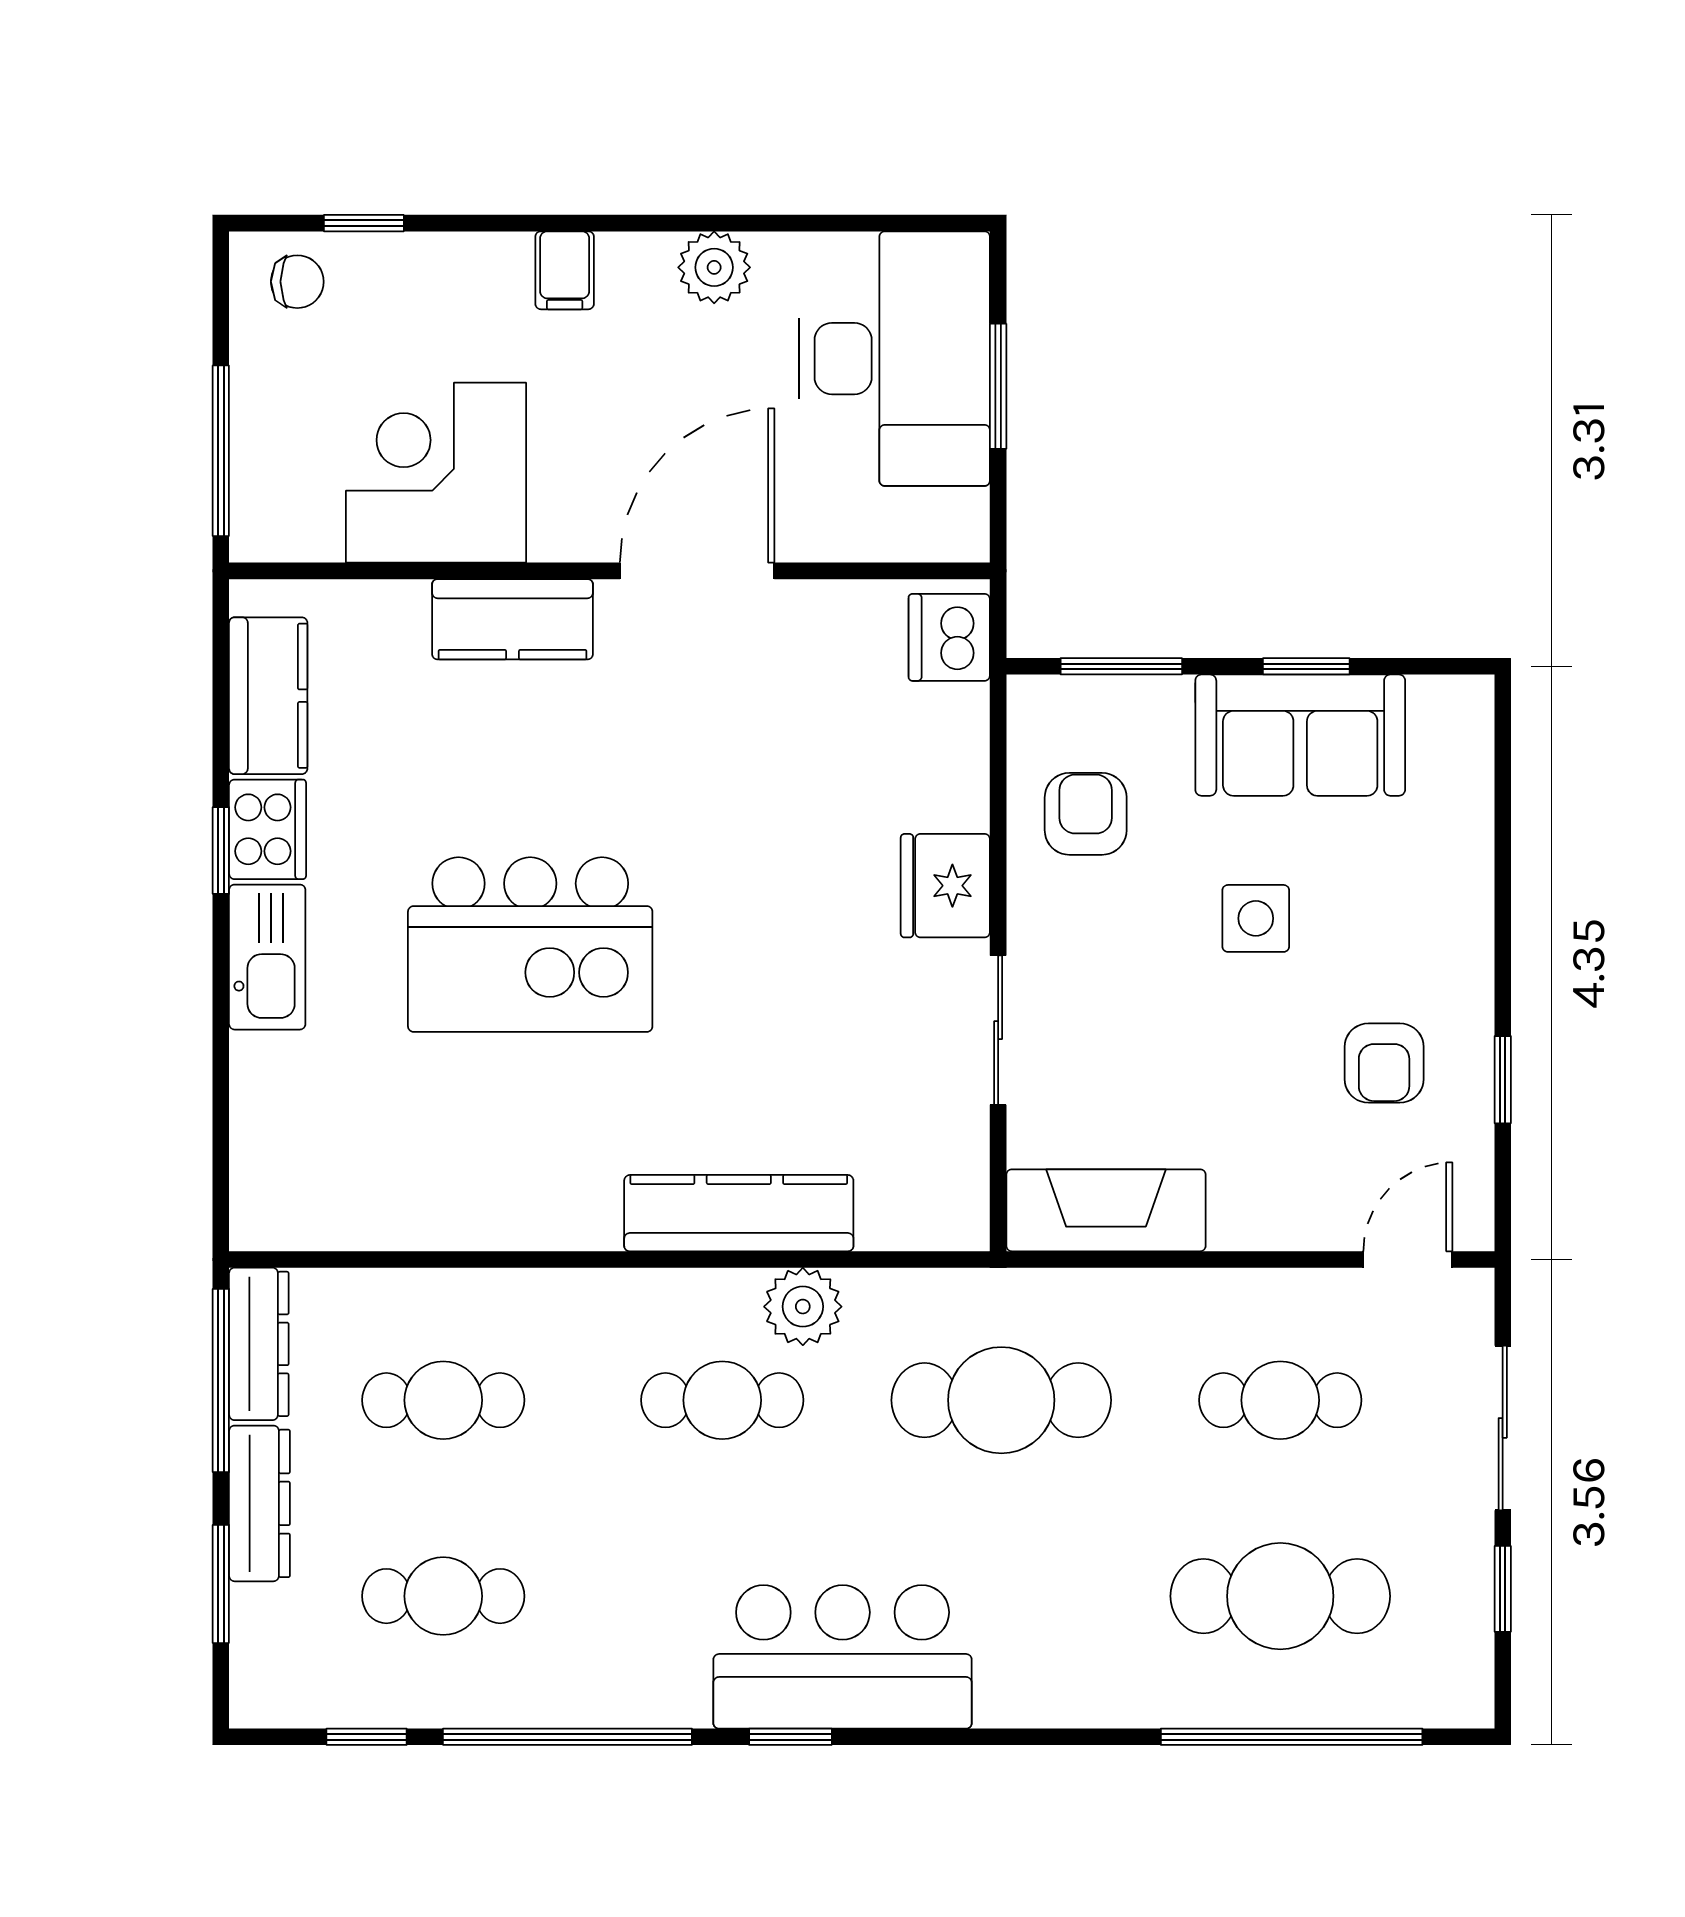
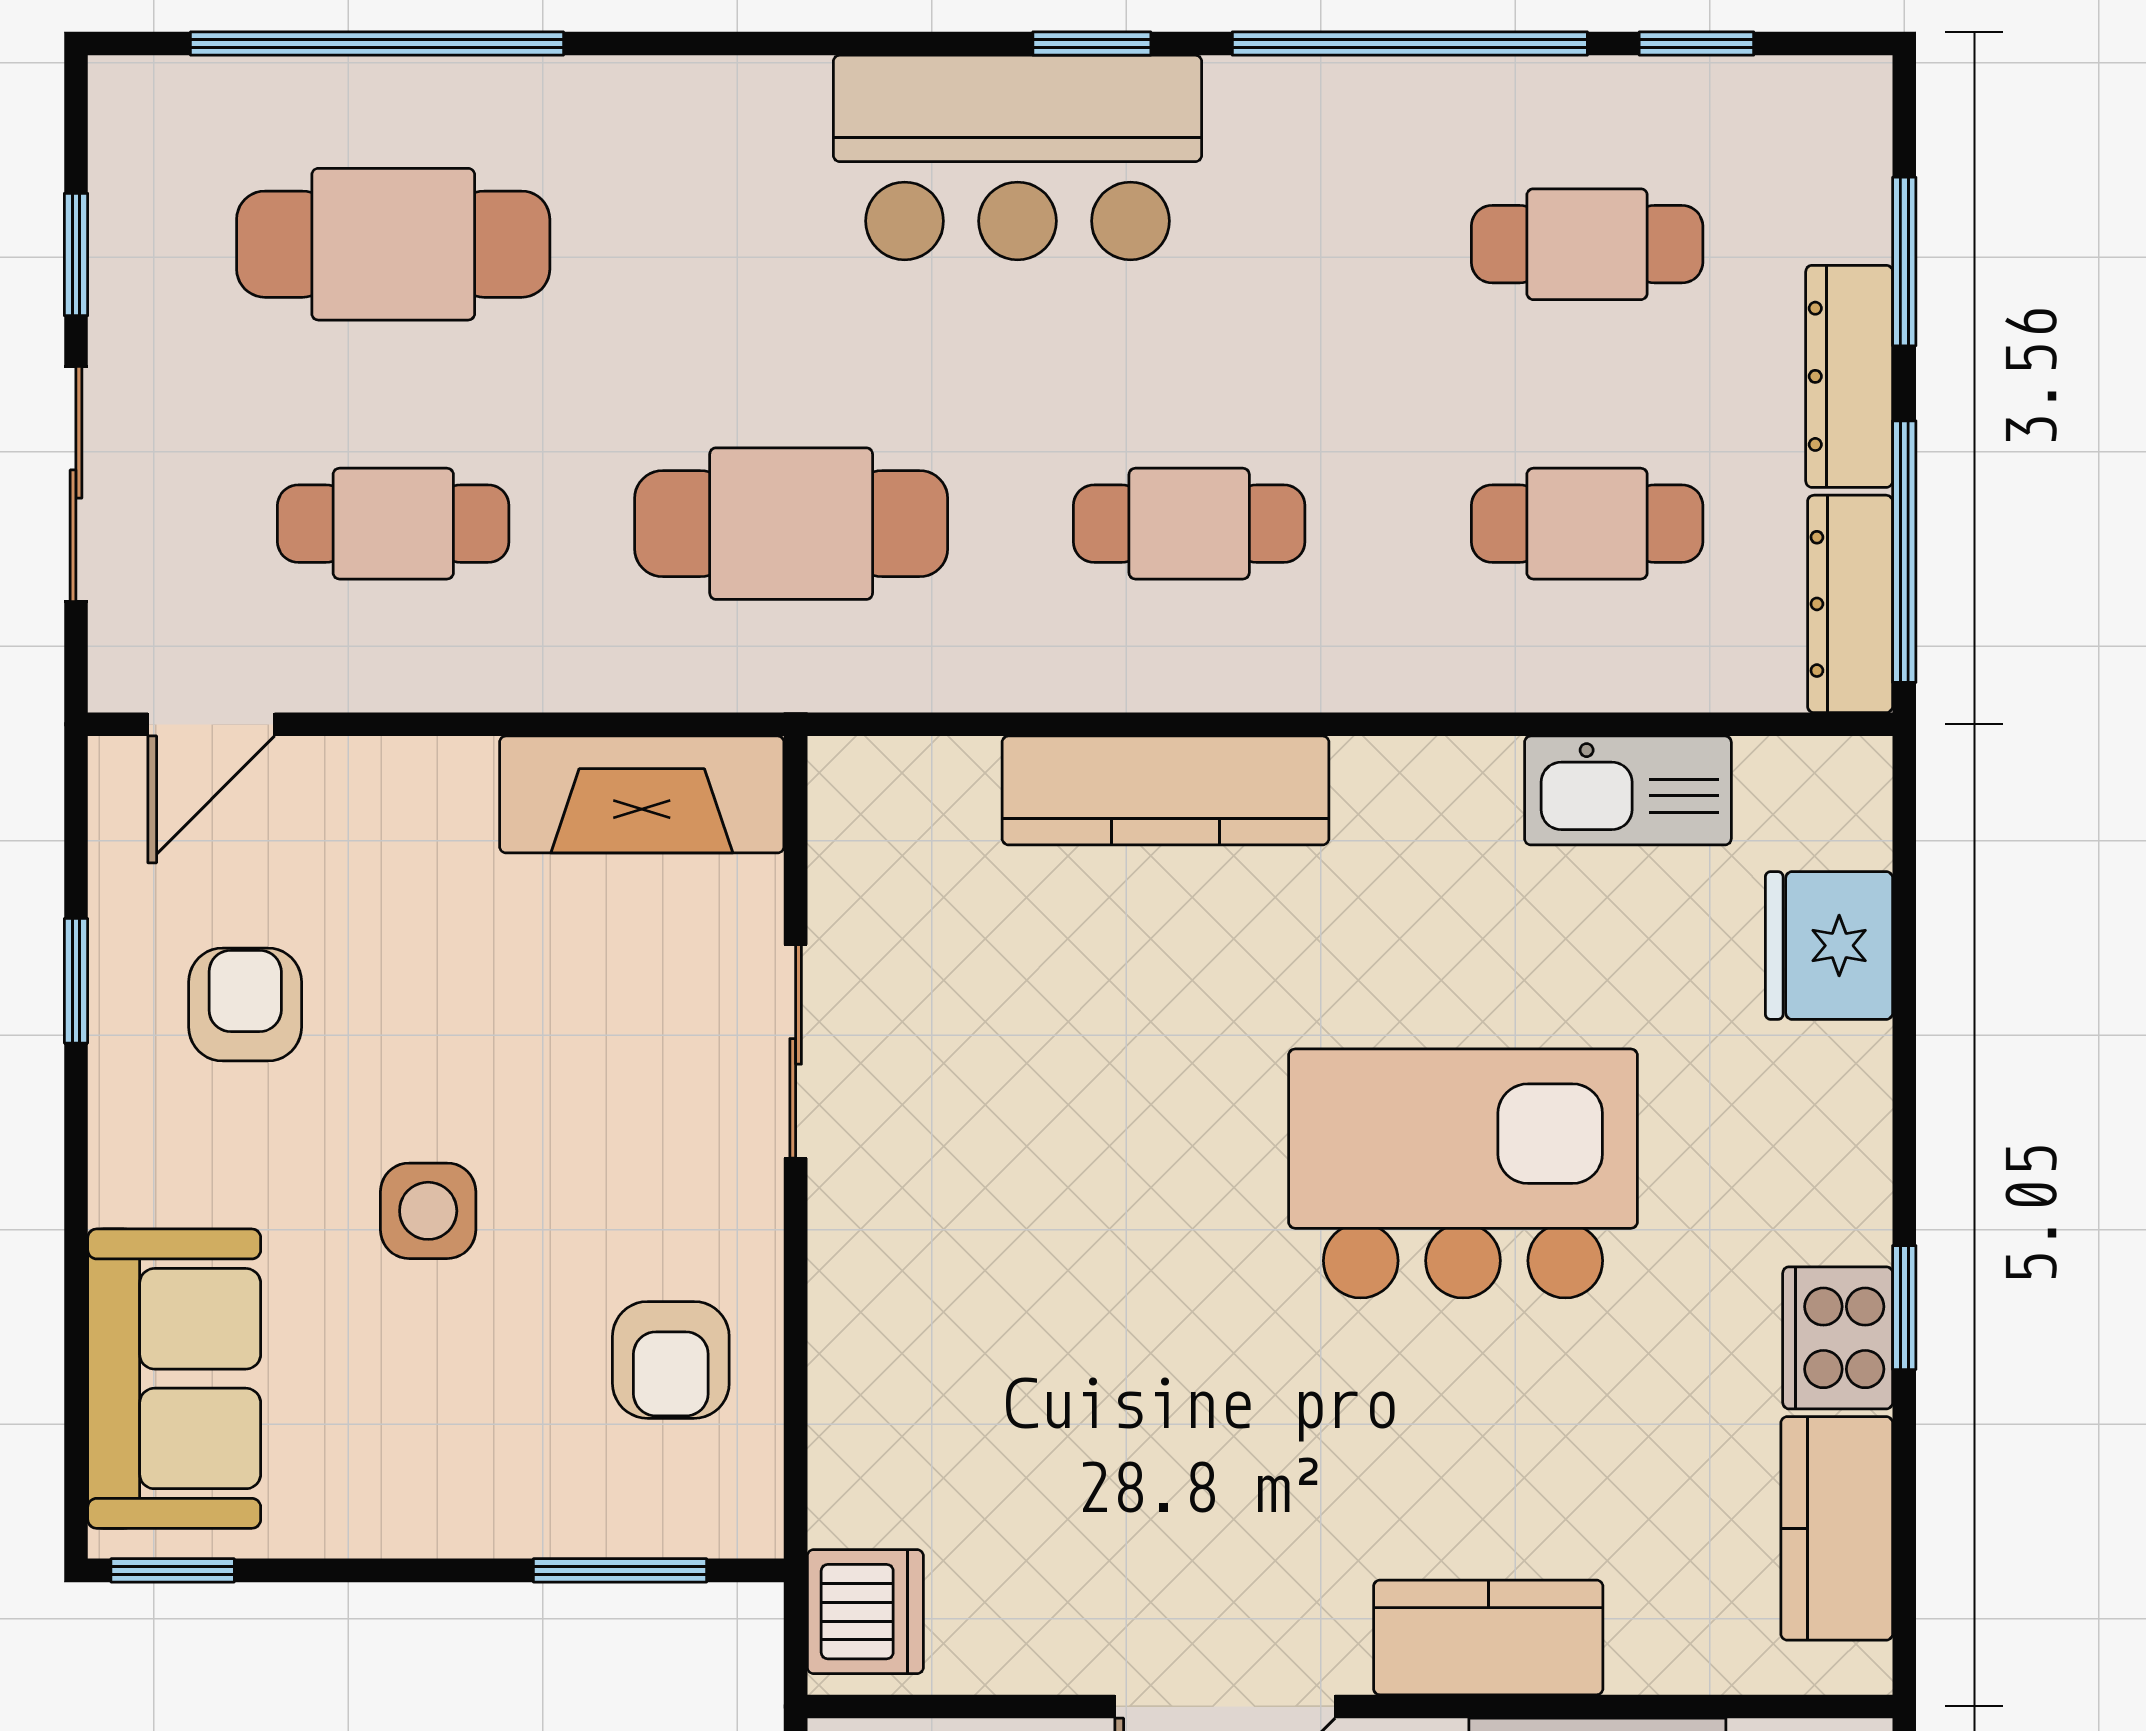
window: (1306, 666) -> (173, 1570), moved
sofa: (1300, 735) -> (174, 1379), moved, turned 90
fridge: (945, 886) -> (1829, 946), moved, turned 180
kitchen sink: (267, 957) -> (1628, 790), moved, turned -90
plant: (803, 1307) -> (1074, 657), removed

